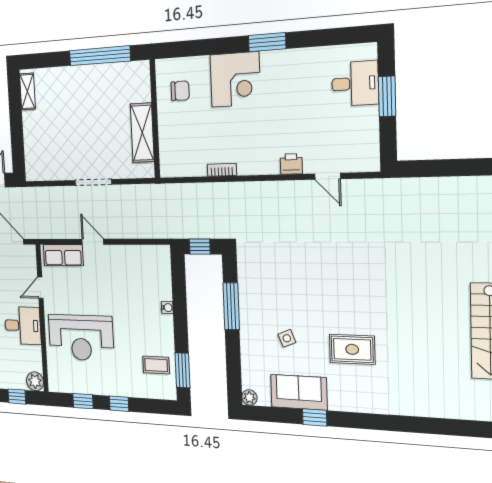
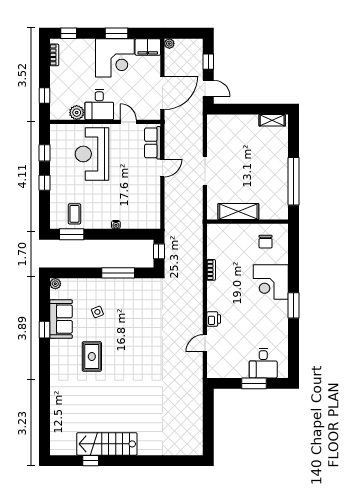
plant: (35, 381) -> (77, 113), moved

